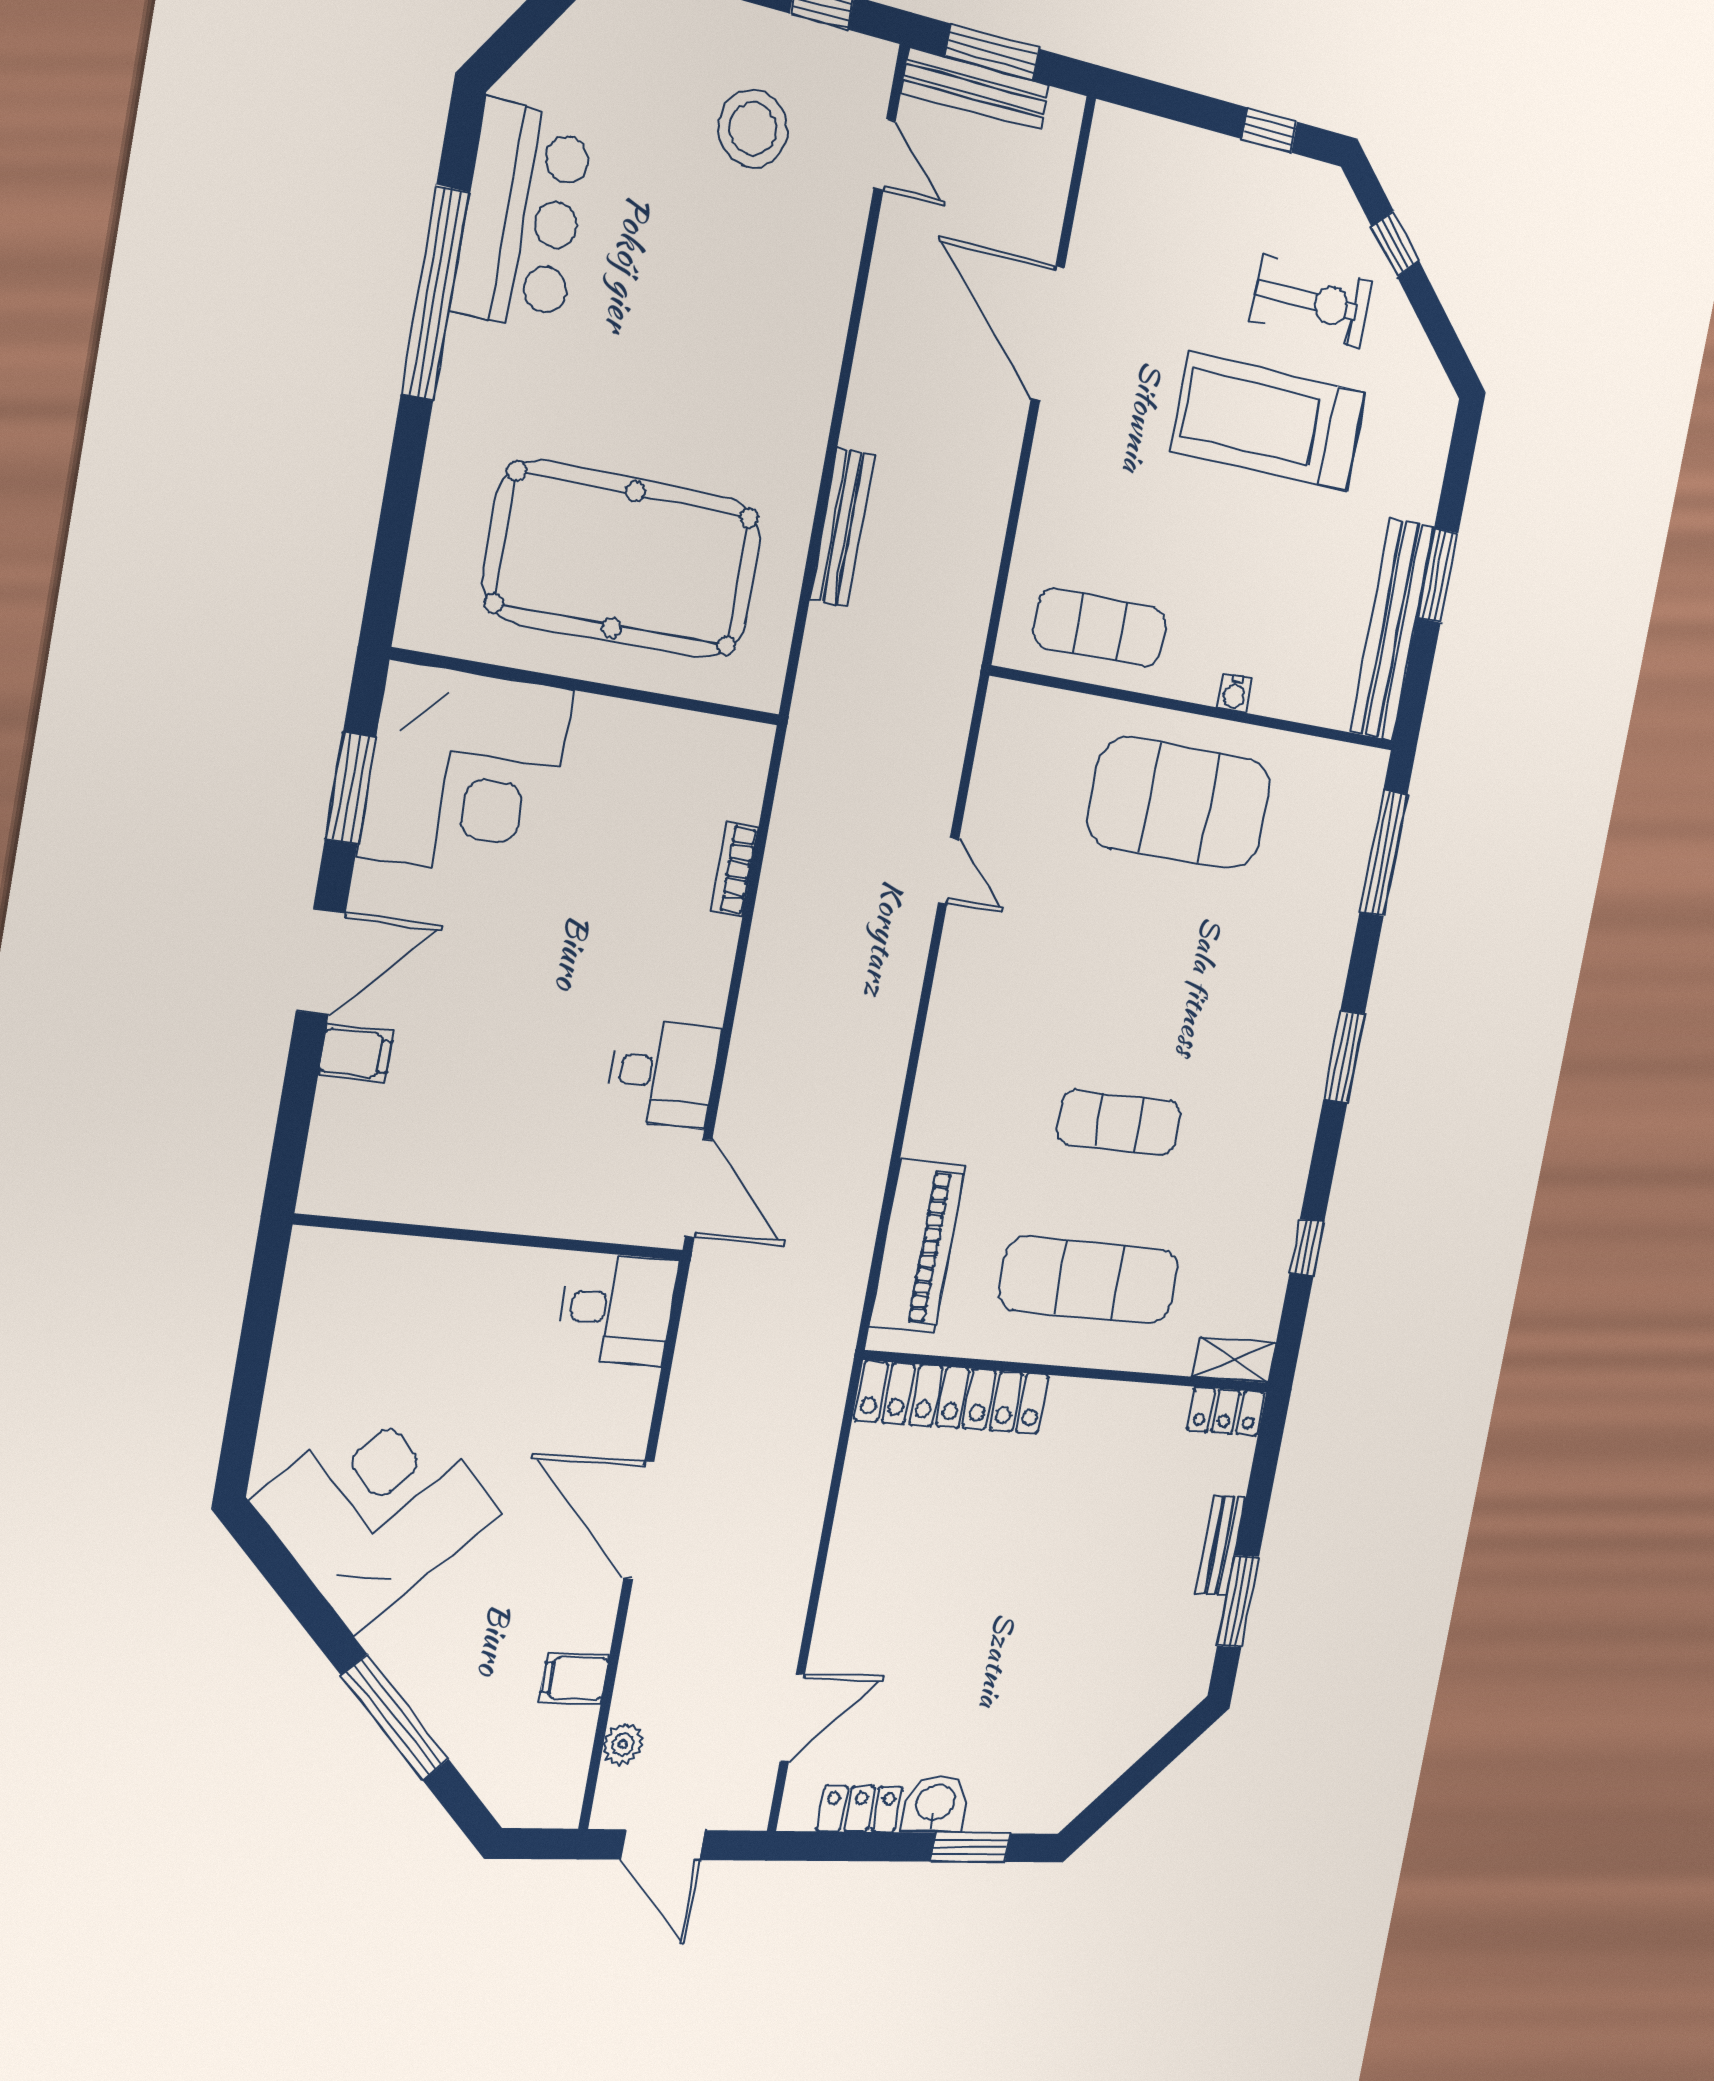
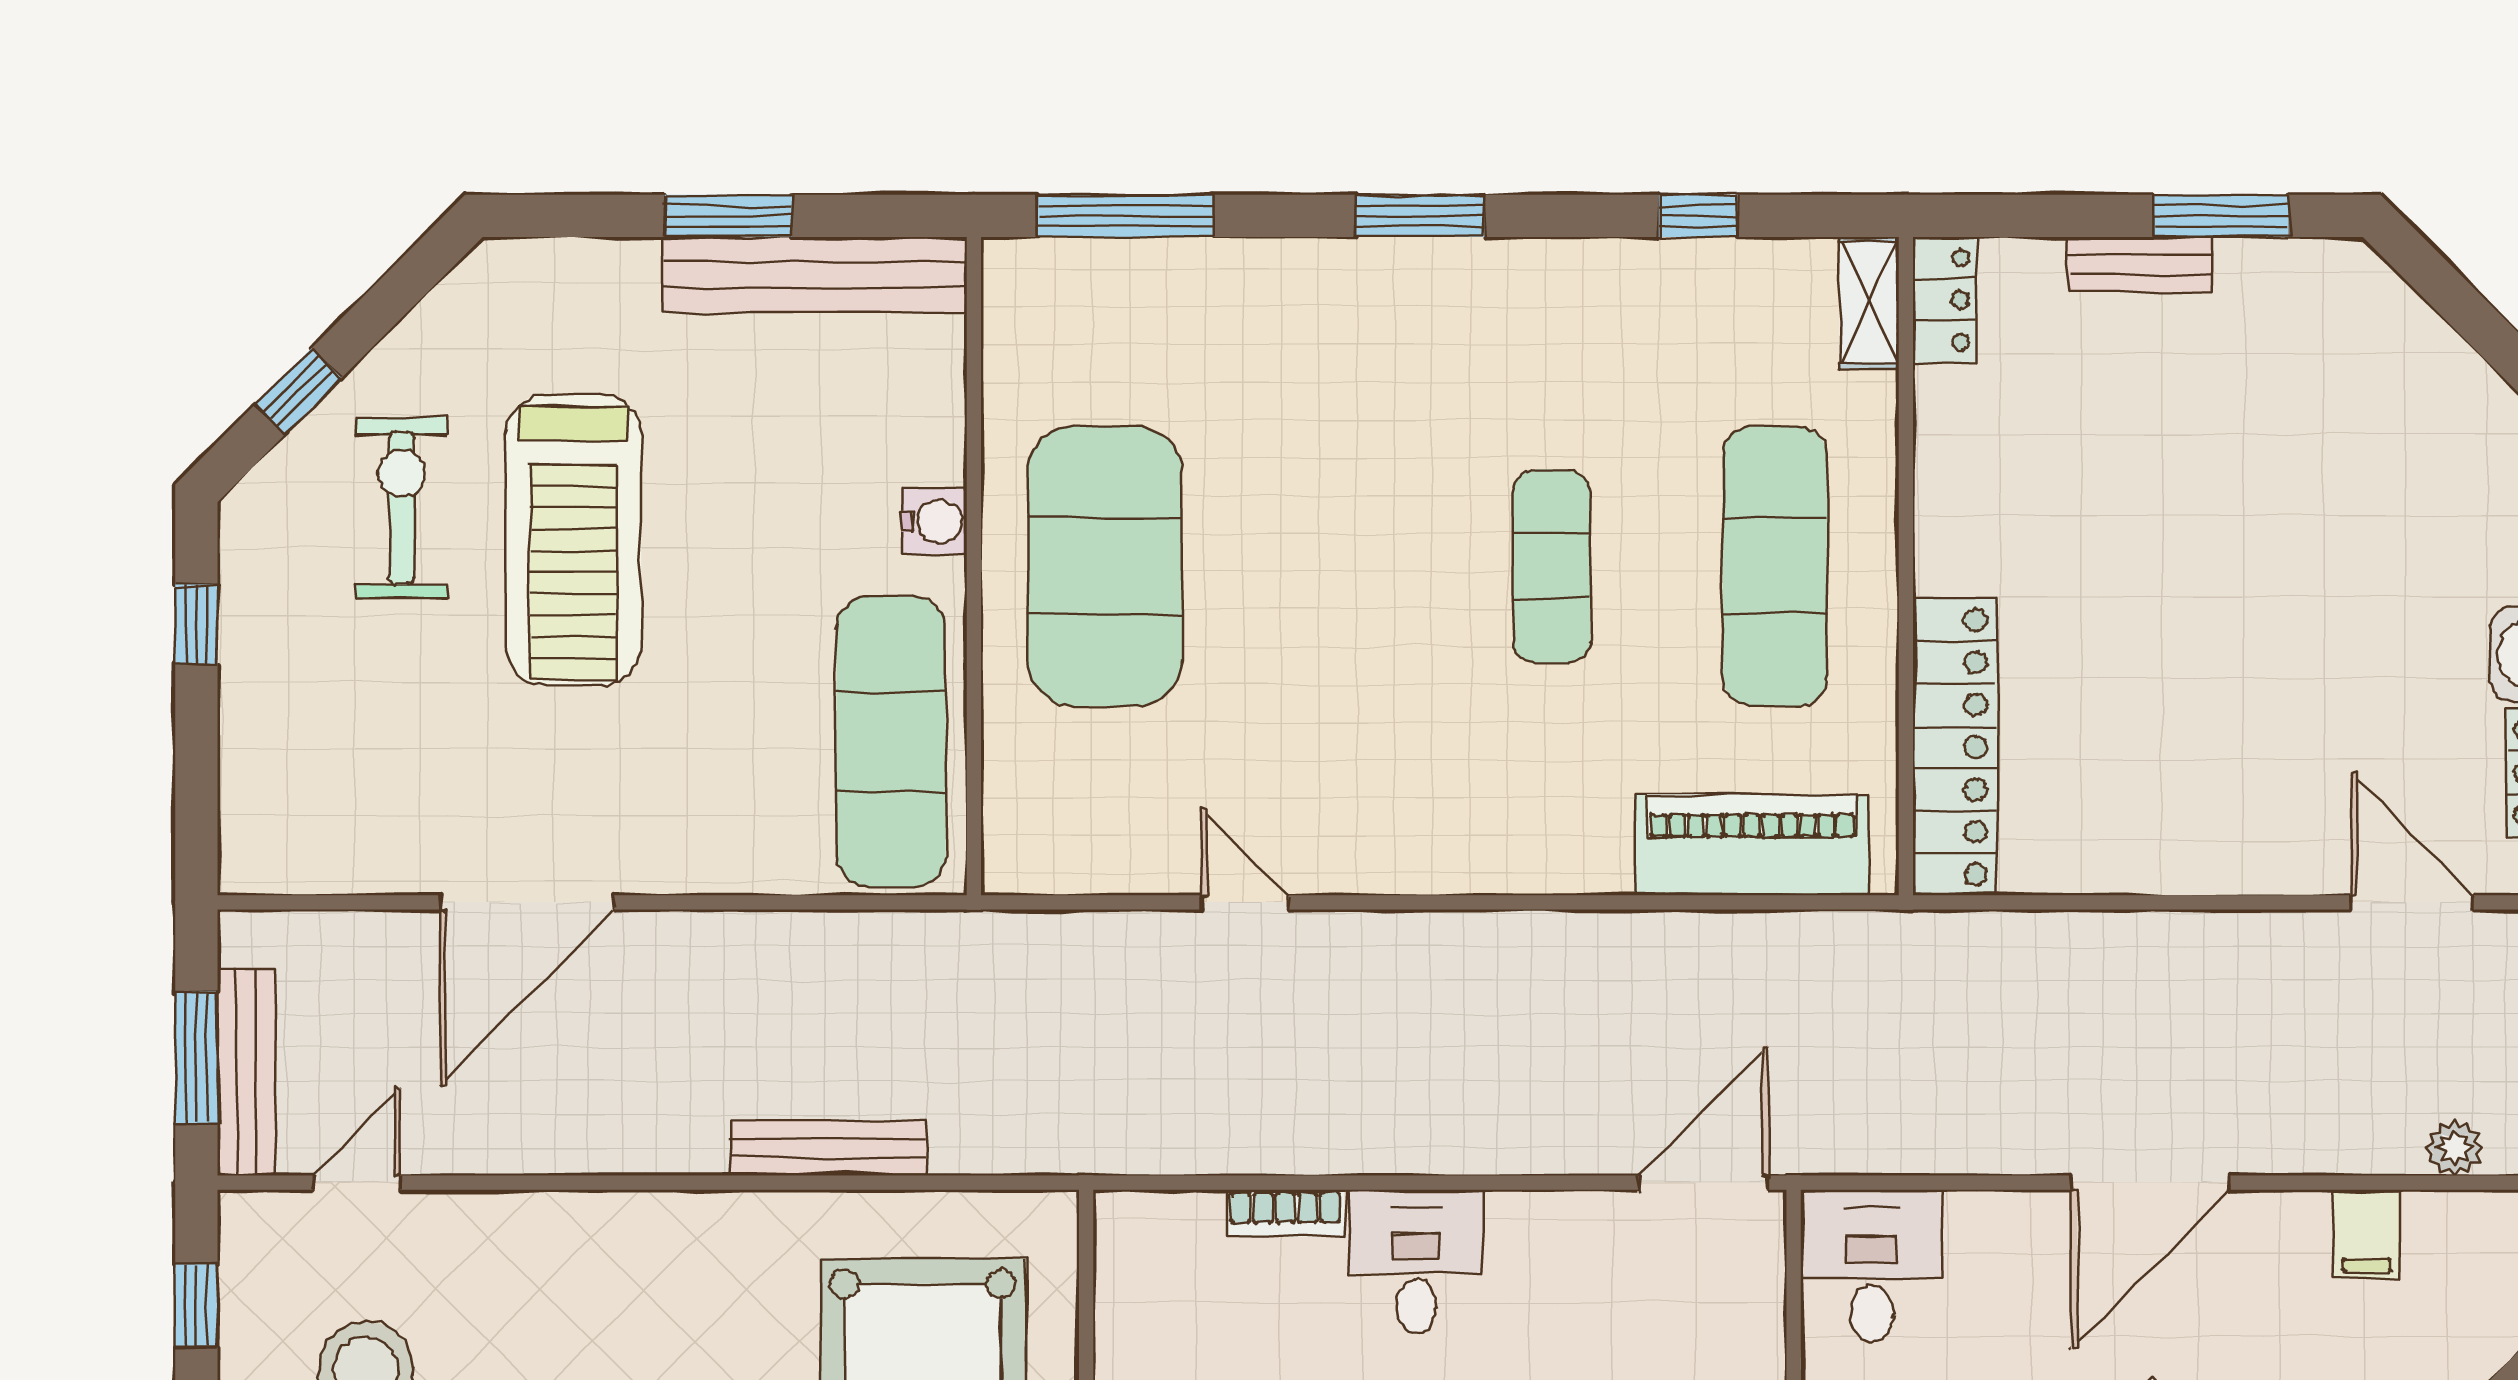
exercise mat: (1100, 628) -> (891, 742), width x1.36, depth x1.45
water cooler: (1234, 693) -> (934, 521), width x1.38, depth x1.38
door: (949, 871) -> (1245, 902), hinge flipped
desk: (663, 1073) -> (1416, 1261), moved

